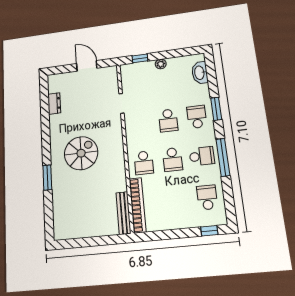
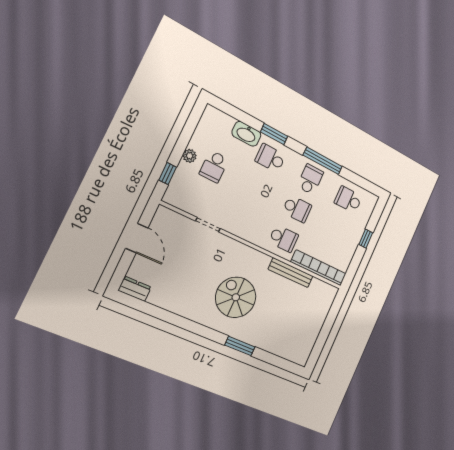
door: (87, 66) -> (137, 238), swing flipped
washbasin: (200, 73) -> (246, 134), moved
dresser: (54, 103) -> (135, 289), moved
school desk: (168, 120) -> (214, 166), moved, turned 90
bench: (123, 213) -> (291, 273), moved
window: (209, 231) -> (366, 239), moved

